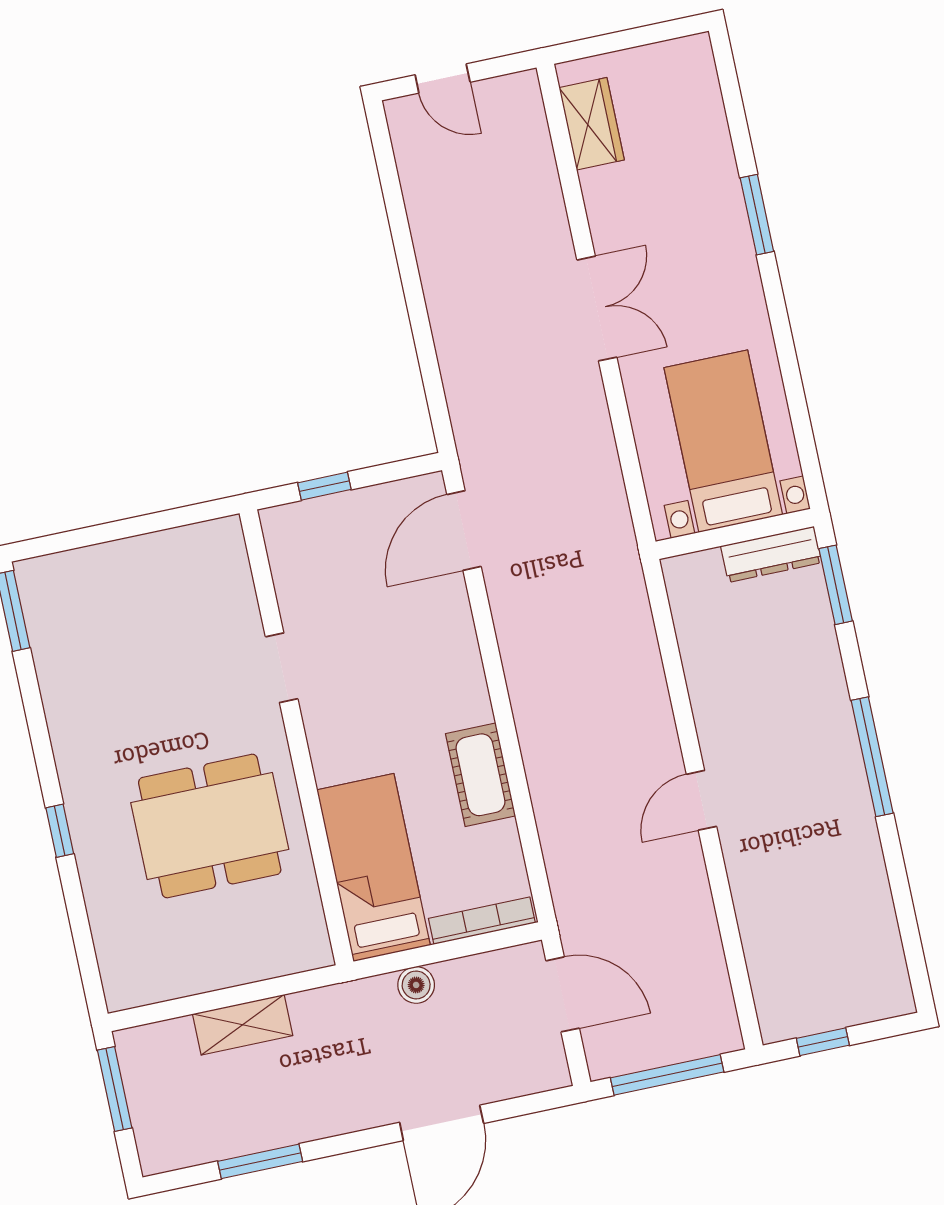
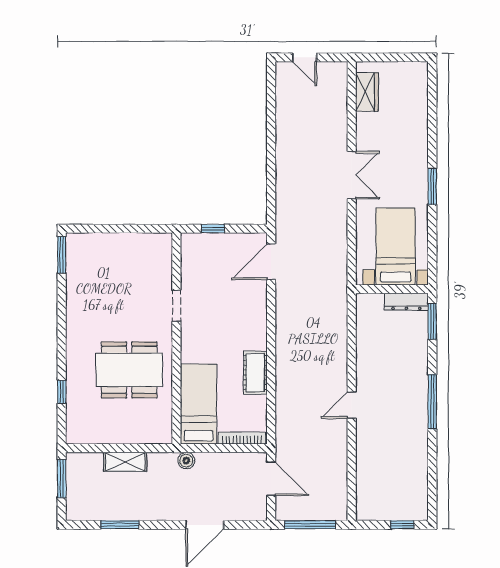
window: (757, 215) -> (432, 186), moved
window: (60, 831) -> (62, 392), moved
boiler: (416, 985) -> (186, 461), moved
window: (823, 1042) -> (402, 525), moved

